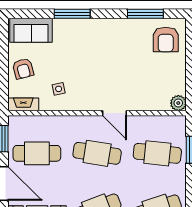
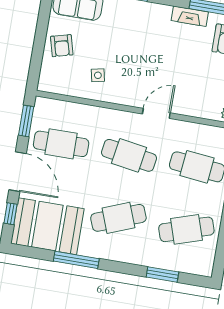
fireplace: (23, 104) -> (190, 16), moved, turned 180
door: (114, 113) -> (156, 113), swing flipped

